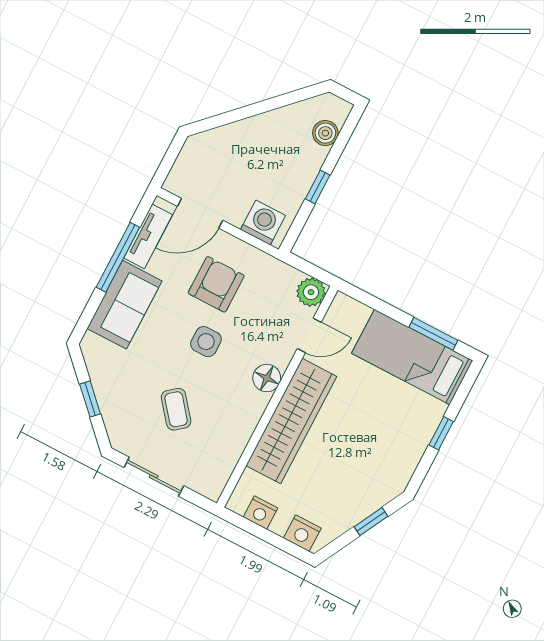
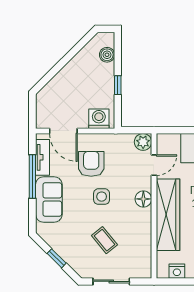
door: (200, 213) -> (63, 131), hinge flipped

